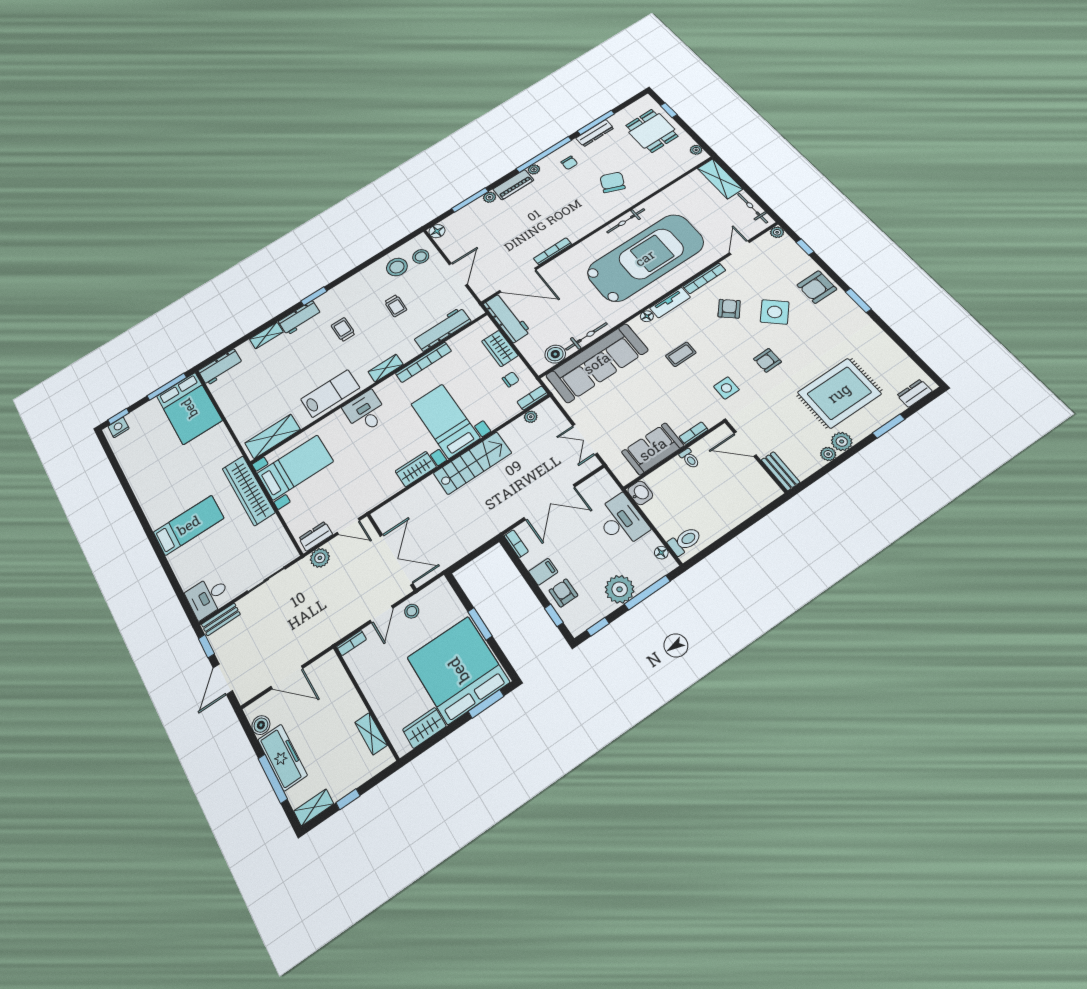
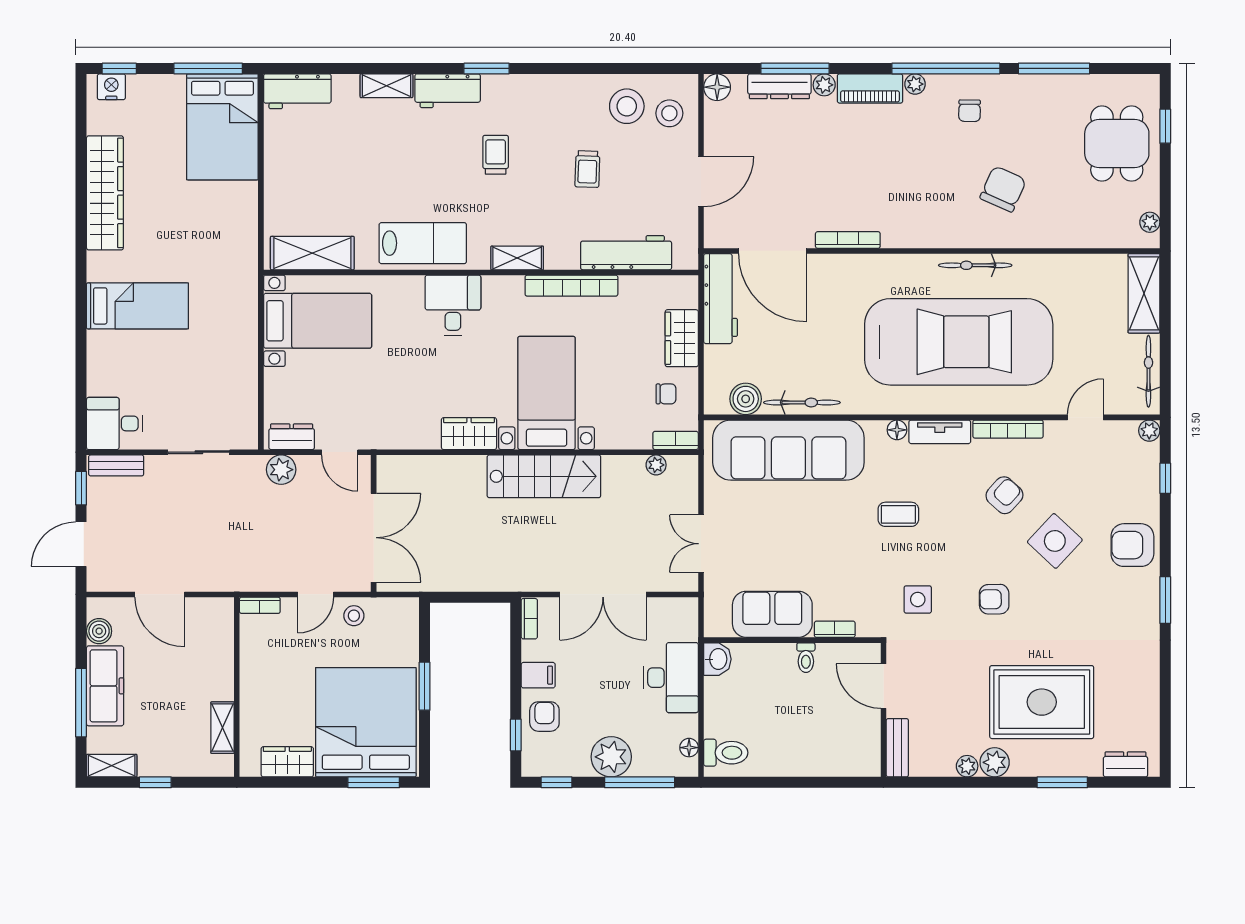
dresser: (595, 133) -> (779, 86), moved
wardrobe: (248, 490) -> (105, 193), moved, turned 180

